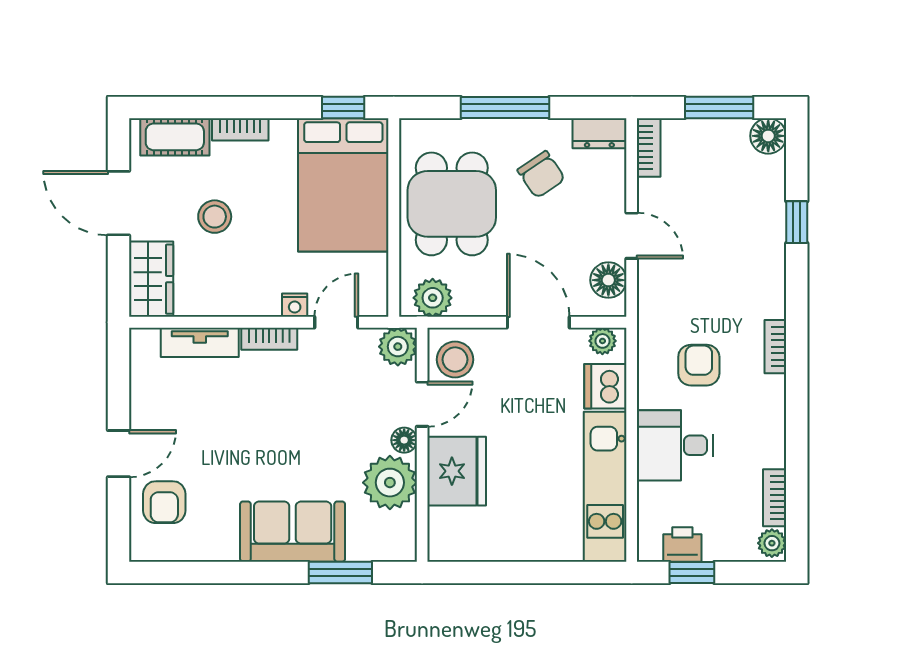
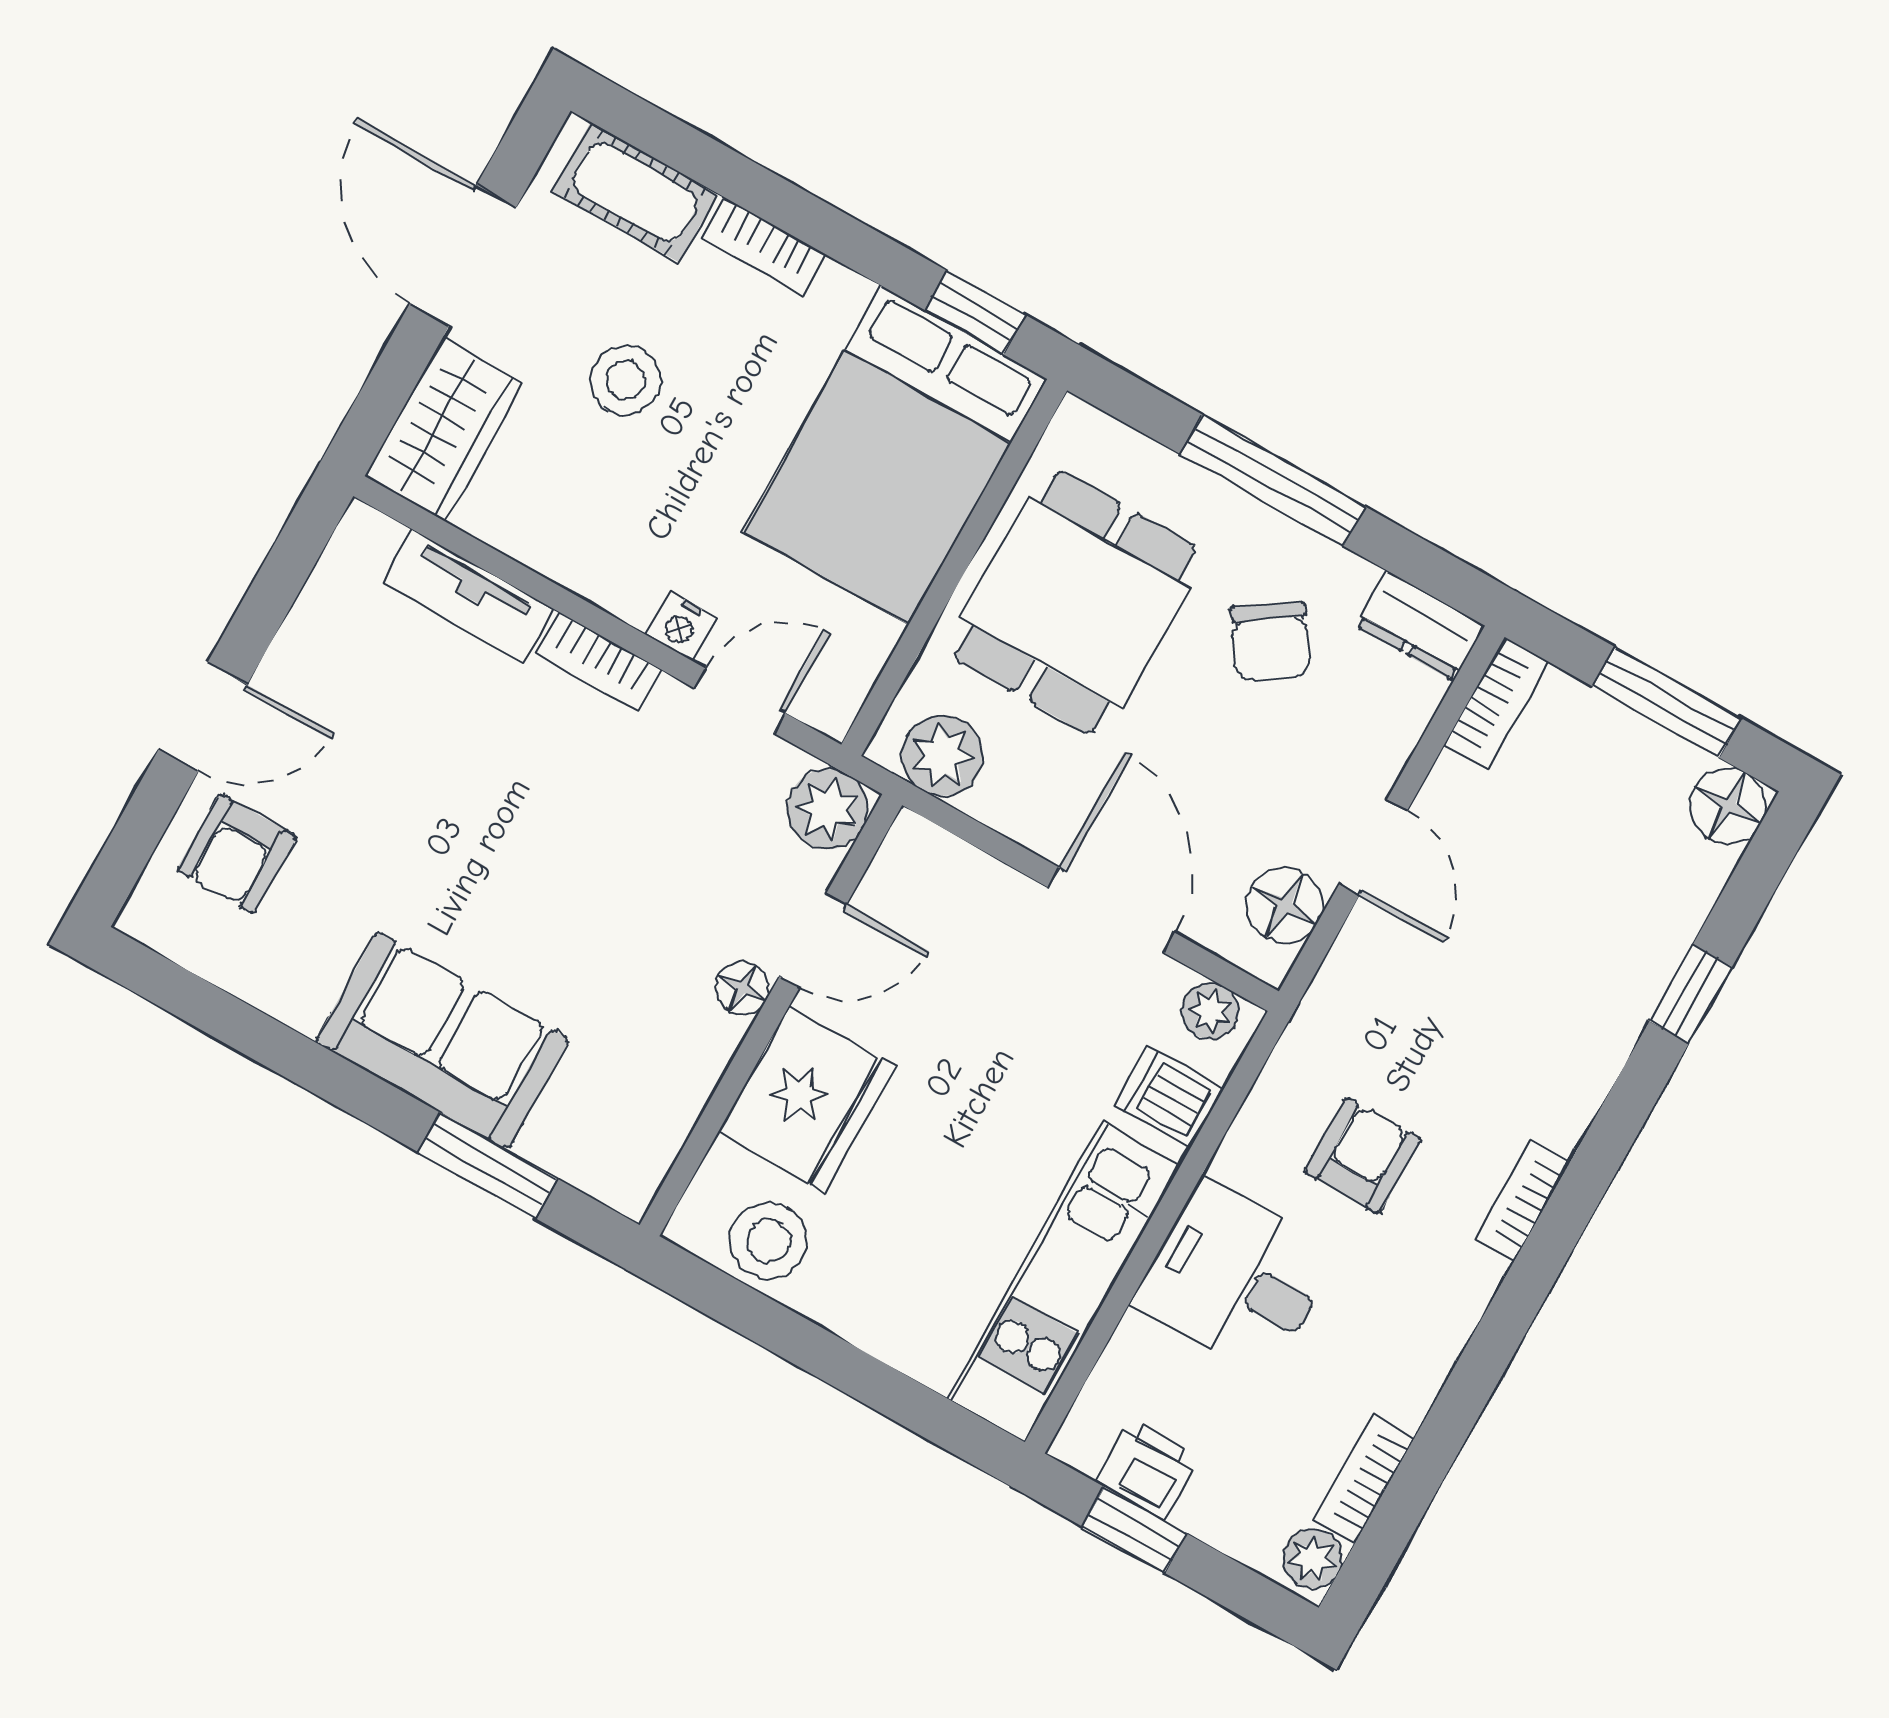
stool: (455, 360) -> (769, 1241), moved
dishwasher: (605, 386) -> (1168, 1097), width x0.73
plant: (390, 483) -> (672, 1051), removed

